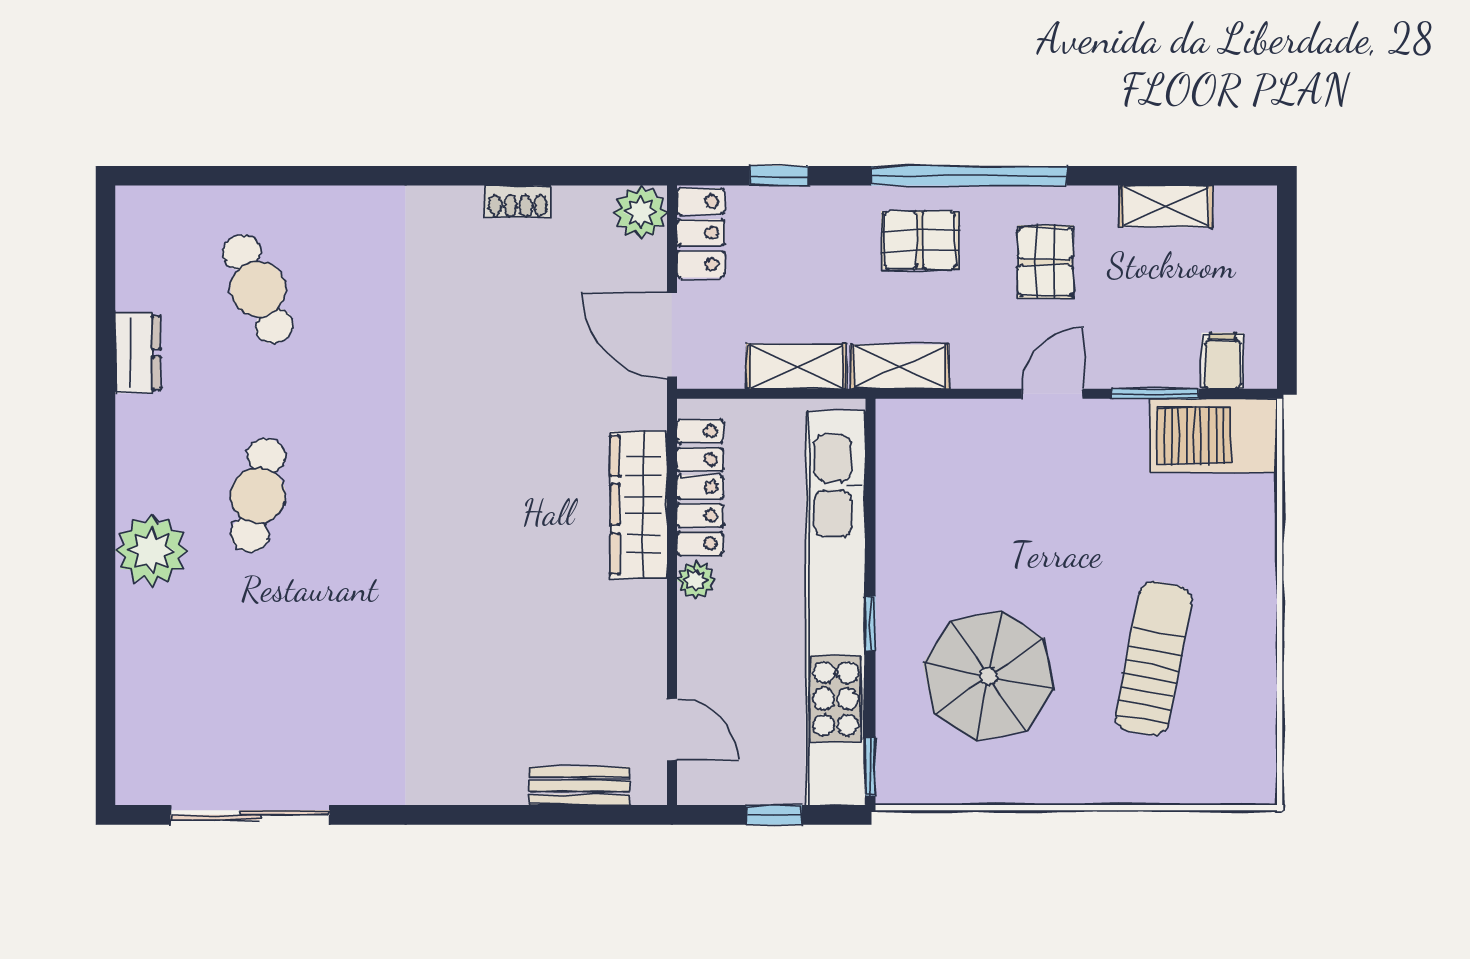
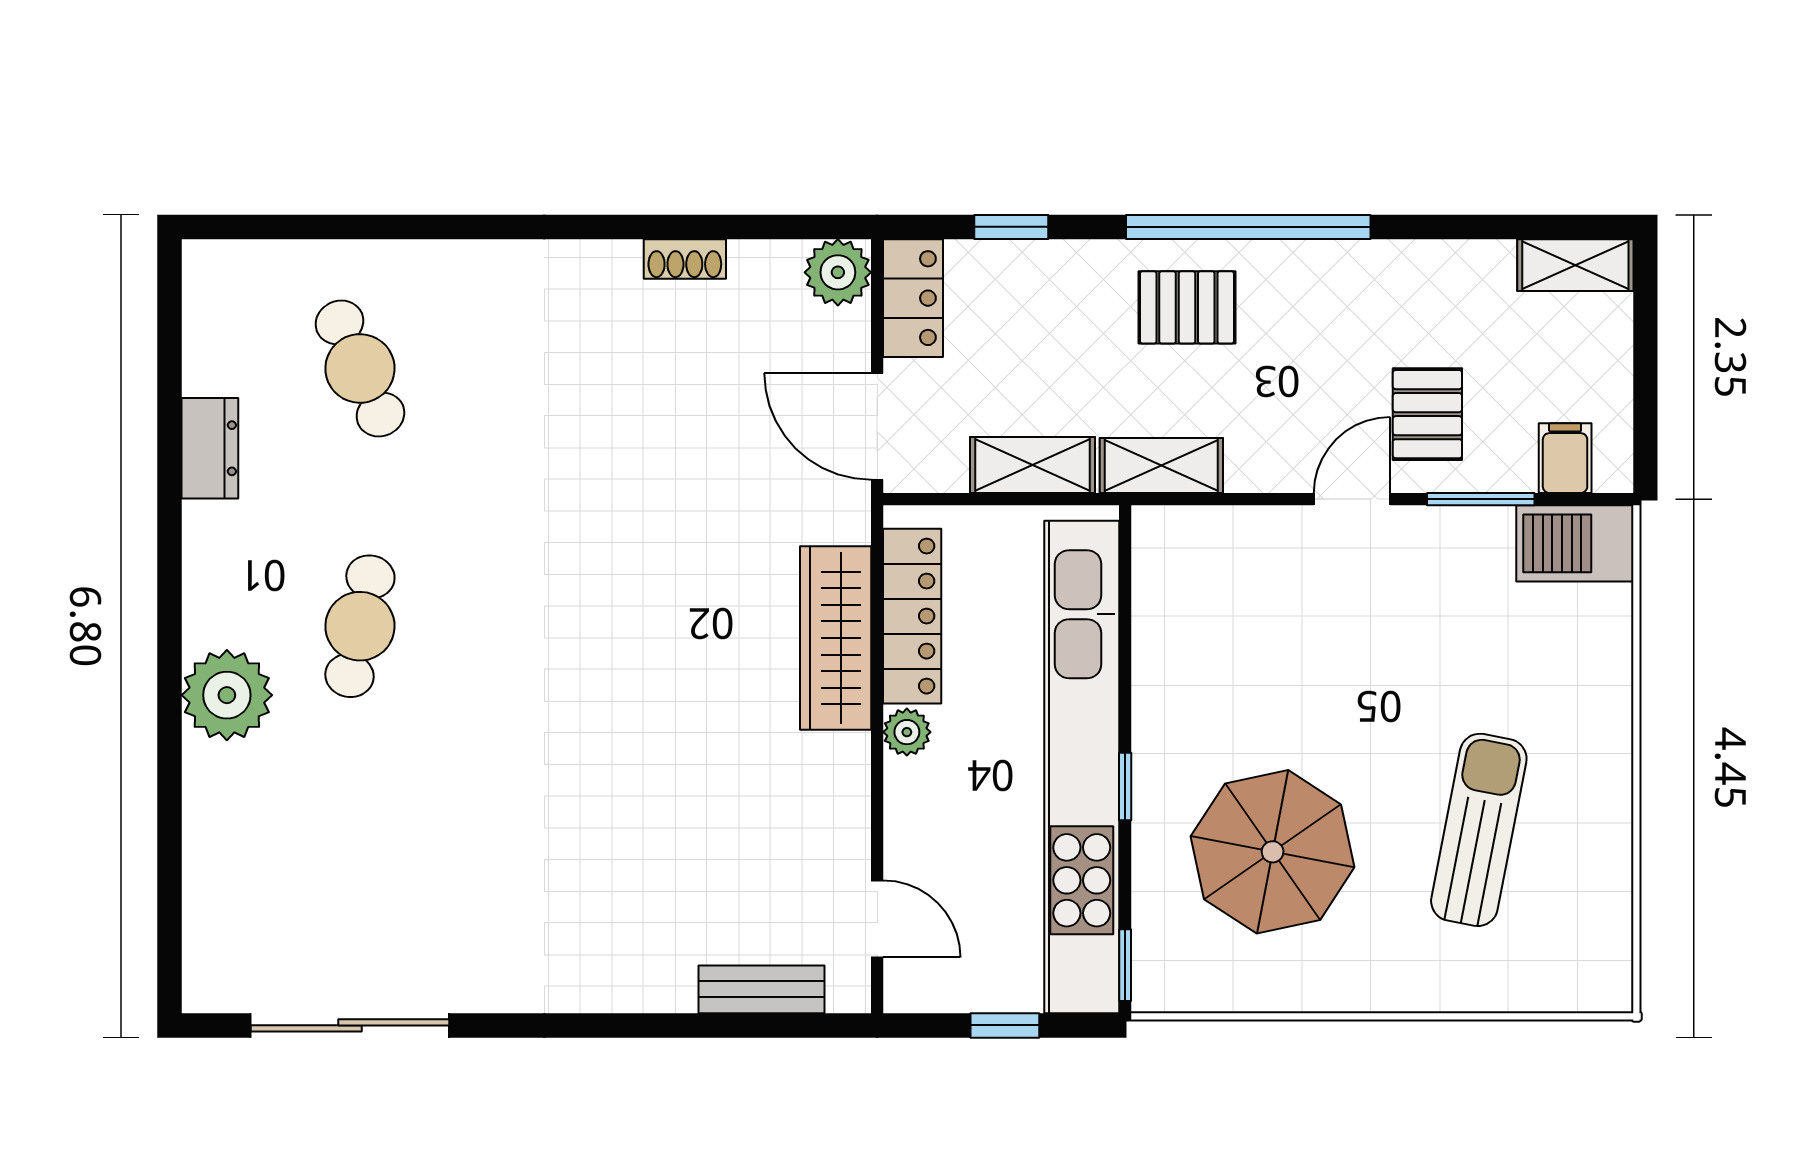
shelving: (1166, 206) -> (1575, 265), moved
pallet: (1046, 262) -> (1427, 414), moved
barbecue: (1213, 435) -> (1575, 543), width x0.73, depth x0.83

